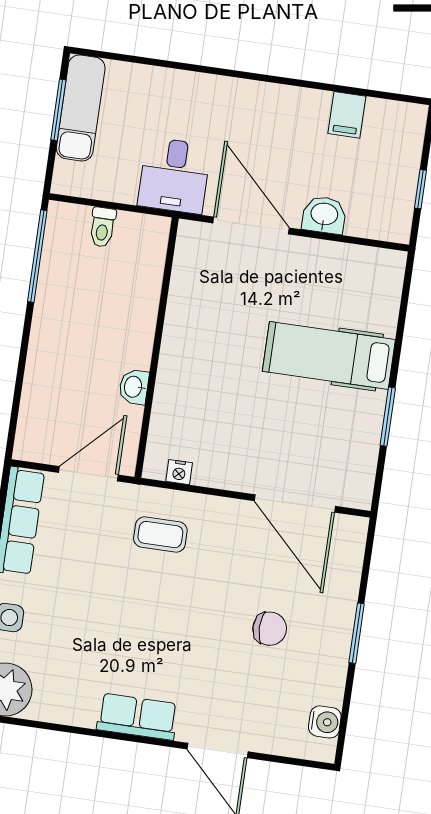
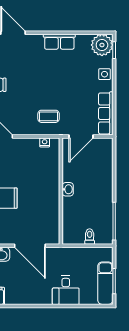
desk: (174, 176) -> (66, 290), moved, turned 180
washbasin: (134, 387) -> (68, 189), moved
row of seats: (137, 717) -> (59, 42), moved

